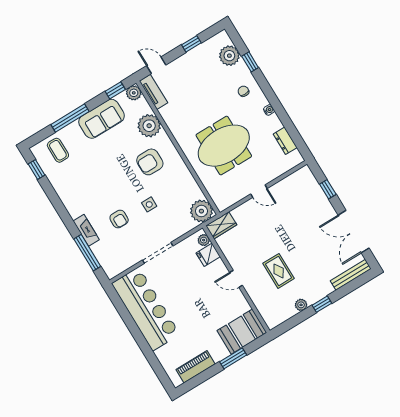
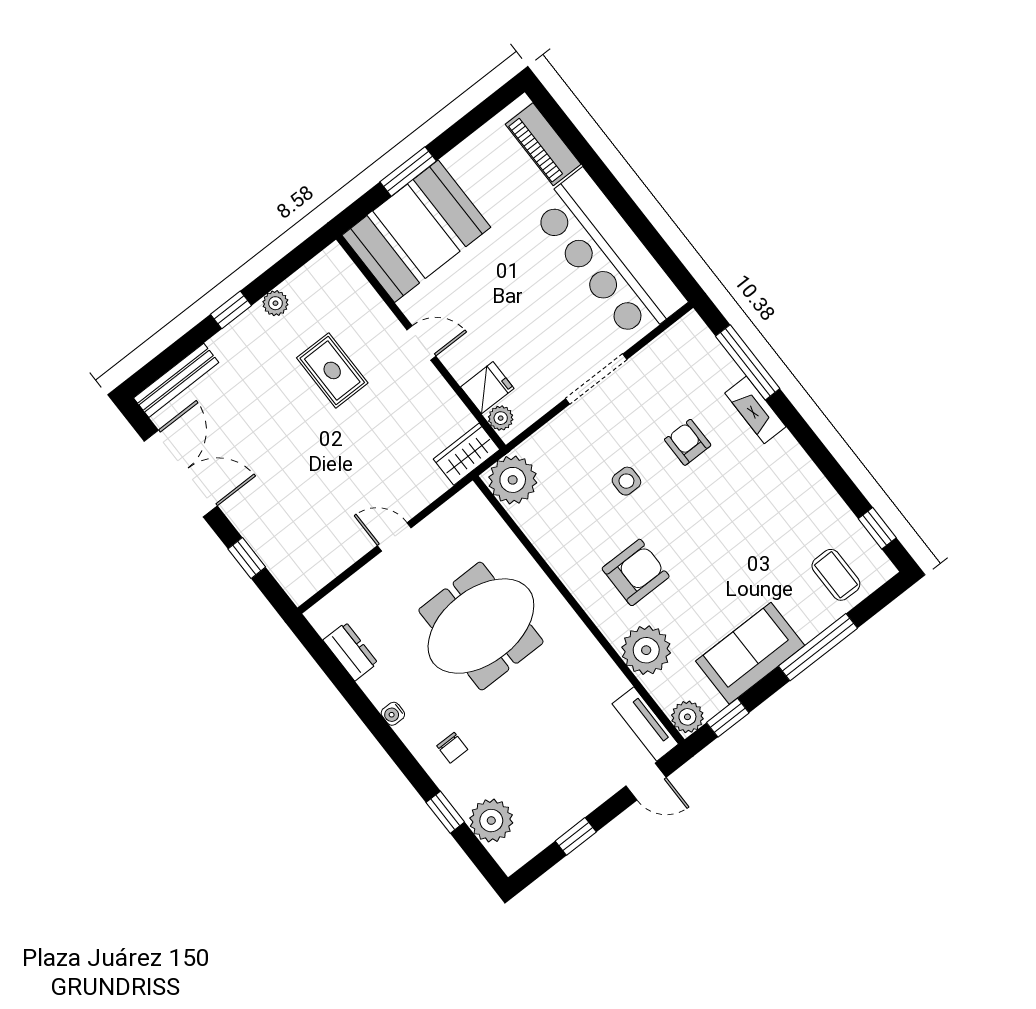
booth: (242, 332) -> (416, 231), width x1.36, depth x1.42
piano: (195, 367) -> (543, 144), moved, turned 90

